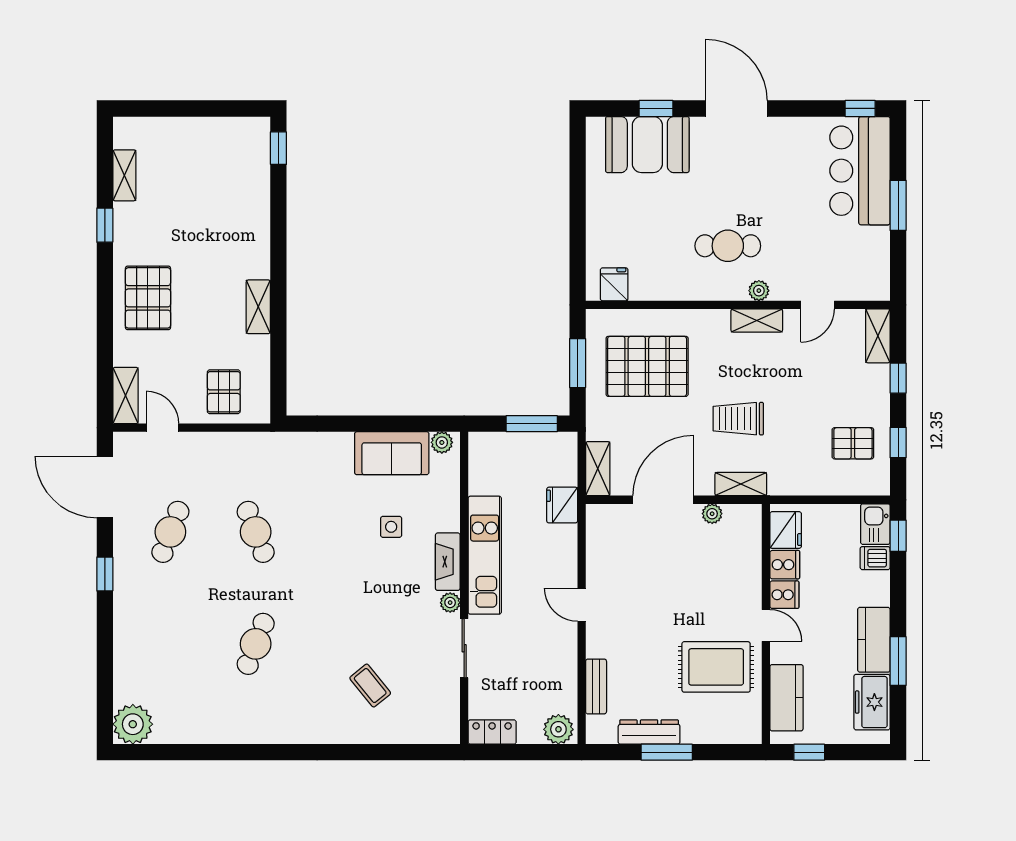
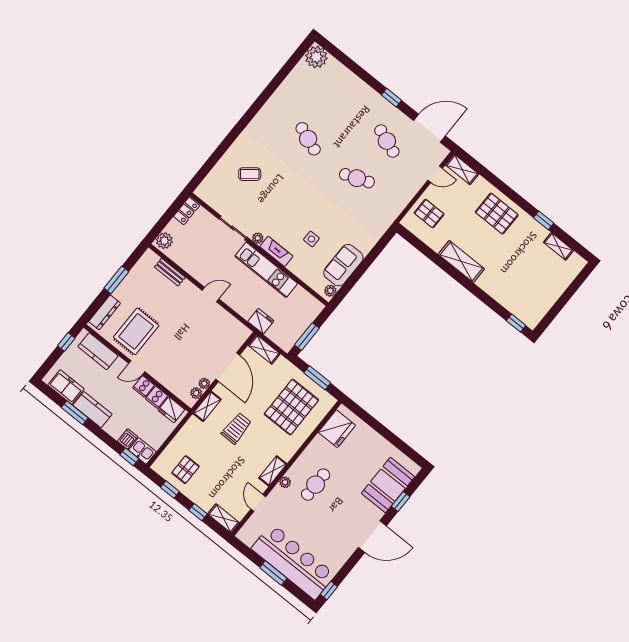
bar counter: (860, 171) -> (293, 562), width x1.36
fridge: (614, 284) -> (337, 429), width x1.88, depth x1.34
shelving: (258, 307) -> (461, 261), width x1.50, depth x1.33
plant: (735, 514) -> (196, 393), added
dresser: (649, 732) -> (105, 312), moved

